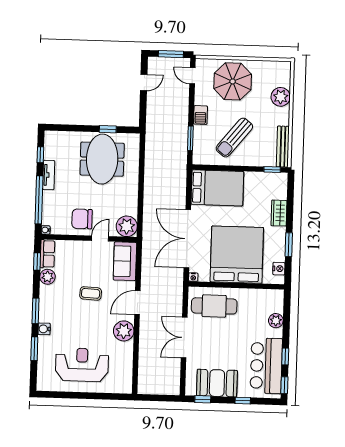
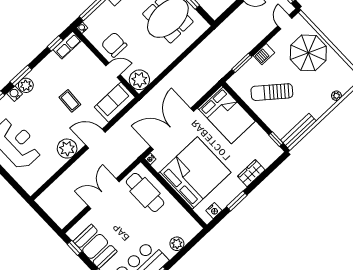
plant: (281, 97) -> (336, 96), width x0.53, depth x0.53
plant: (48, 277) -> (26, 85), moved

